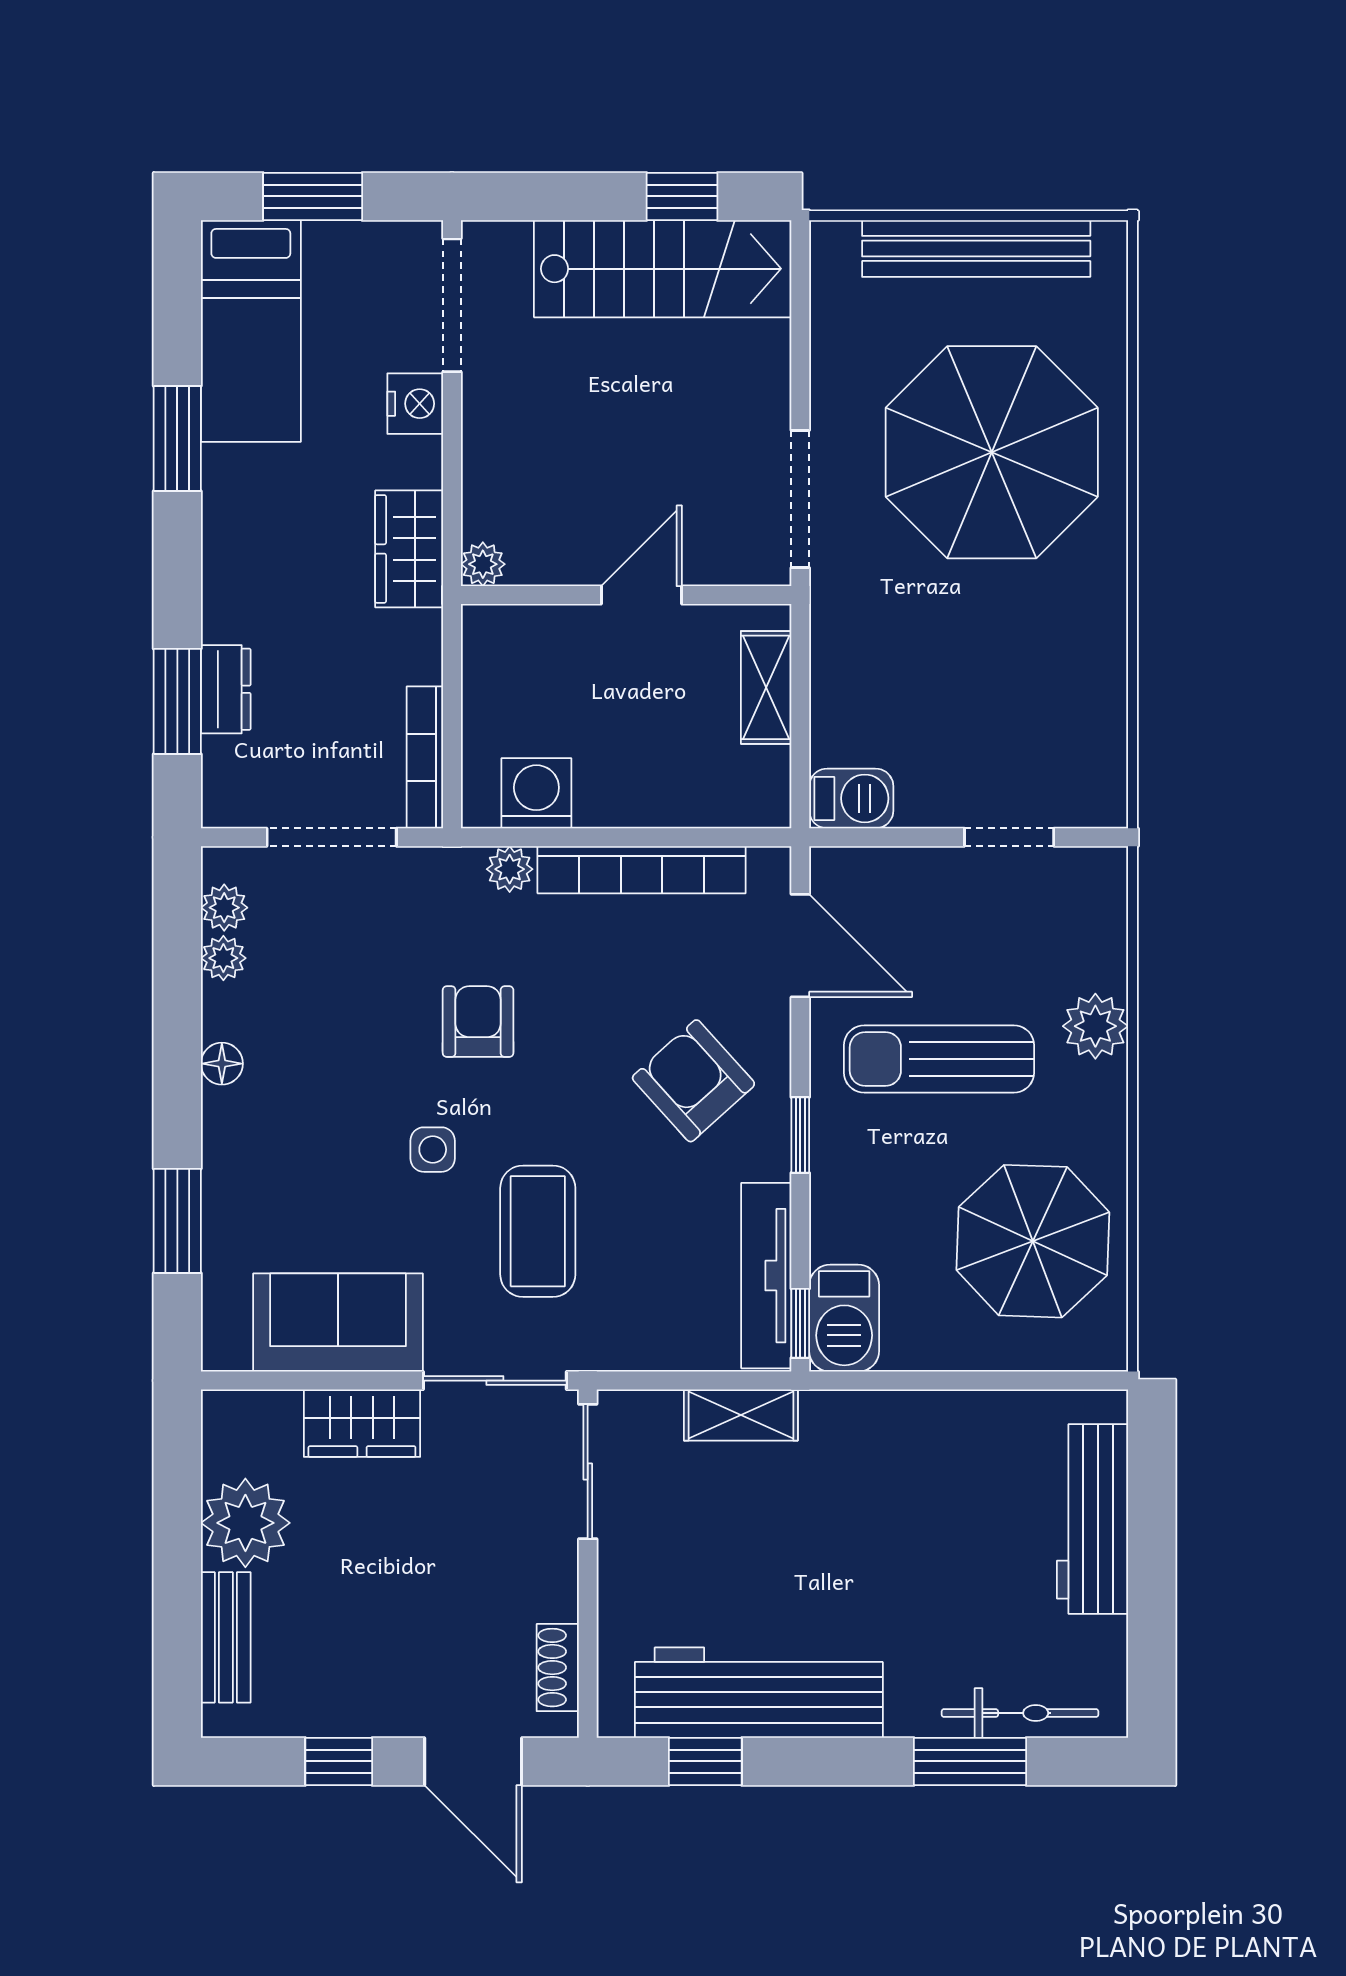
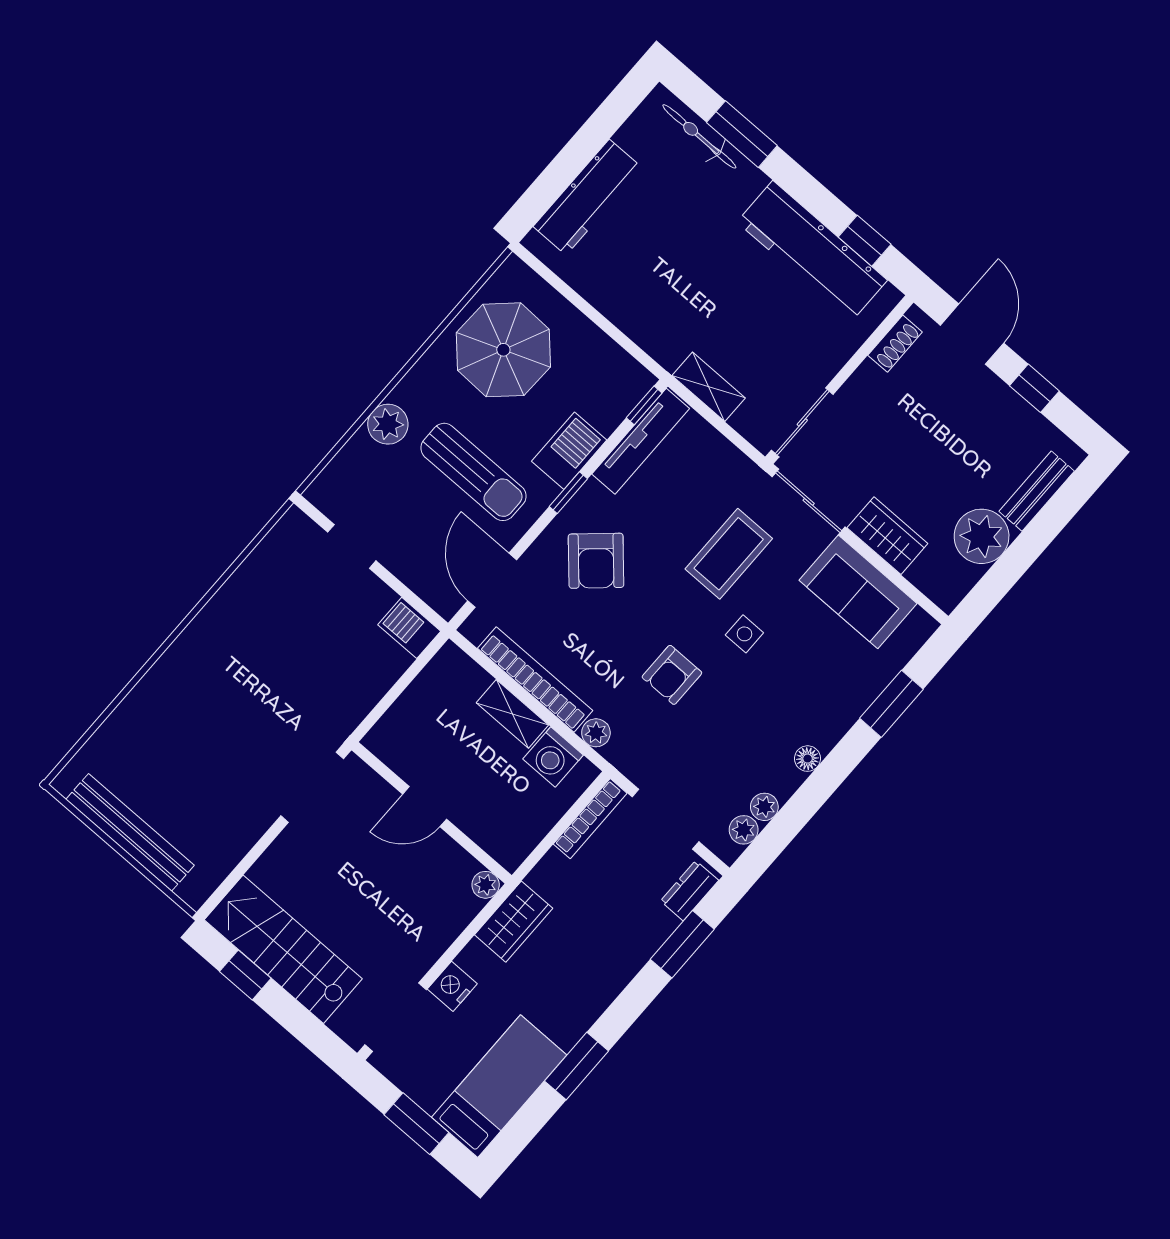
parasol: (992, 452) -> (205, 732), removed
shelving: (766, 687) -> (512, 714), moved, turned 90
dresser: (226, 689) -> (690, 891), moved
barbecue: (844, 1318) -> (569, 451), moved

